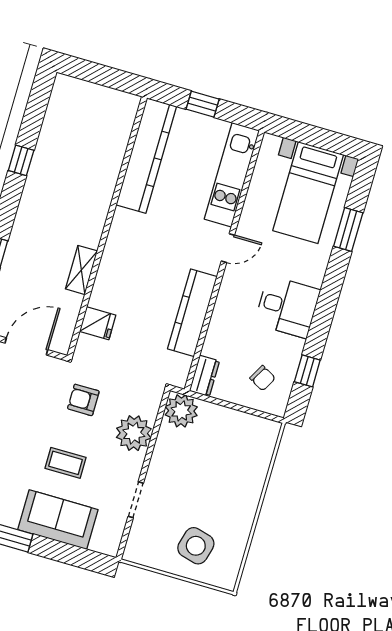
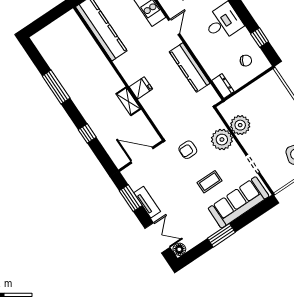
window: (21, 160) -> (56, 87), width x2.17
fridge: (98, 323) -> (141, 88), moved
door: (26, 346) -> (142, 155), hinge flipped
plant: (181, 411) -> (240, 125), moved
sofa: (58, 520) -> (239, 202), width x1.36

